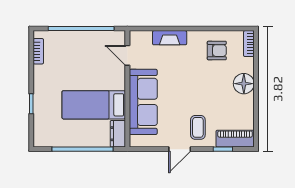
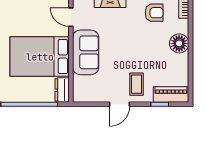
sofa: (143, 102) -> (86, 52), width x0.73
bed: (94, 105) -> (40, 57), width x1.50

